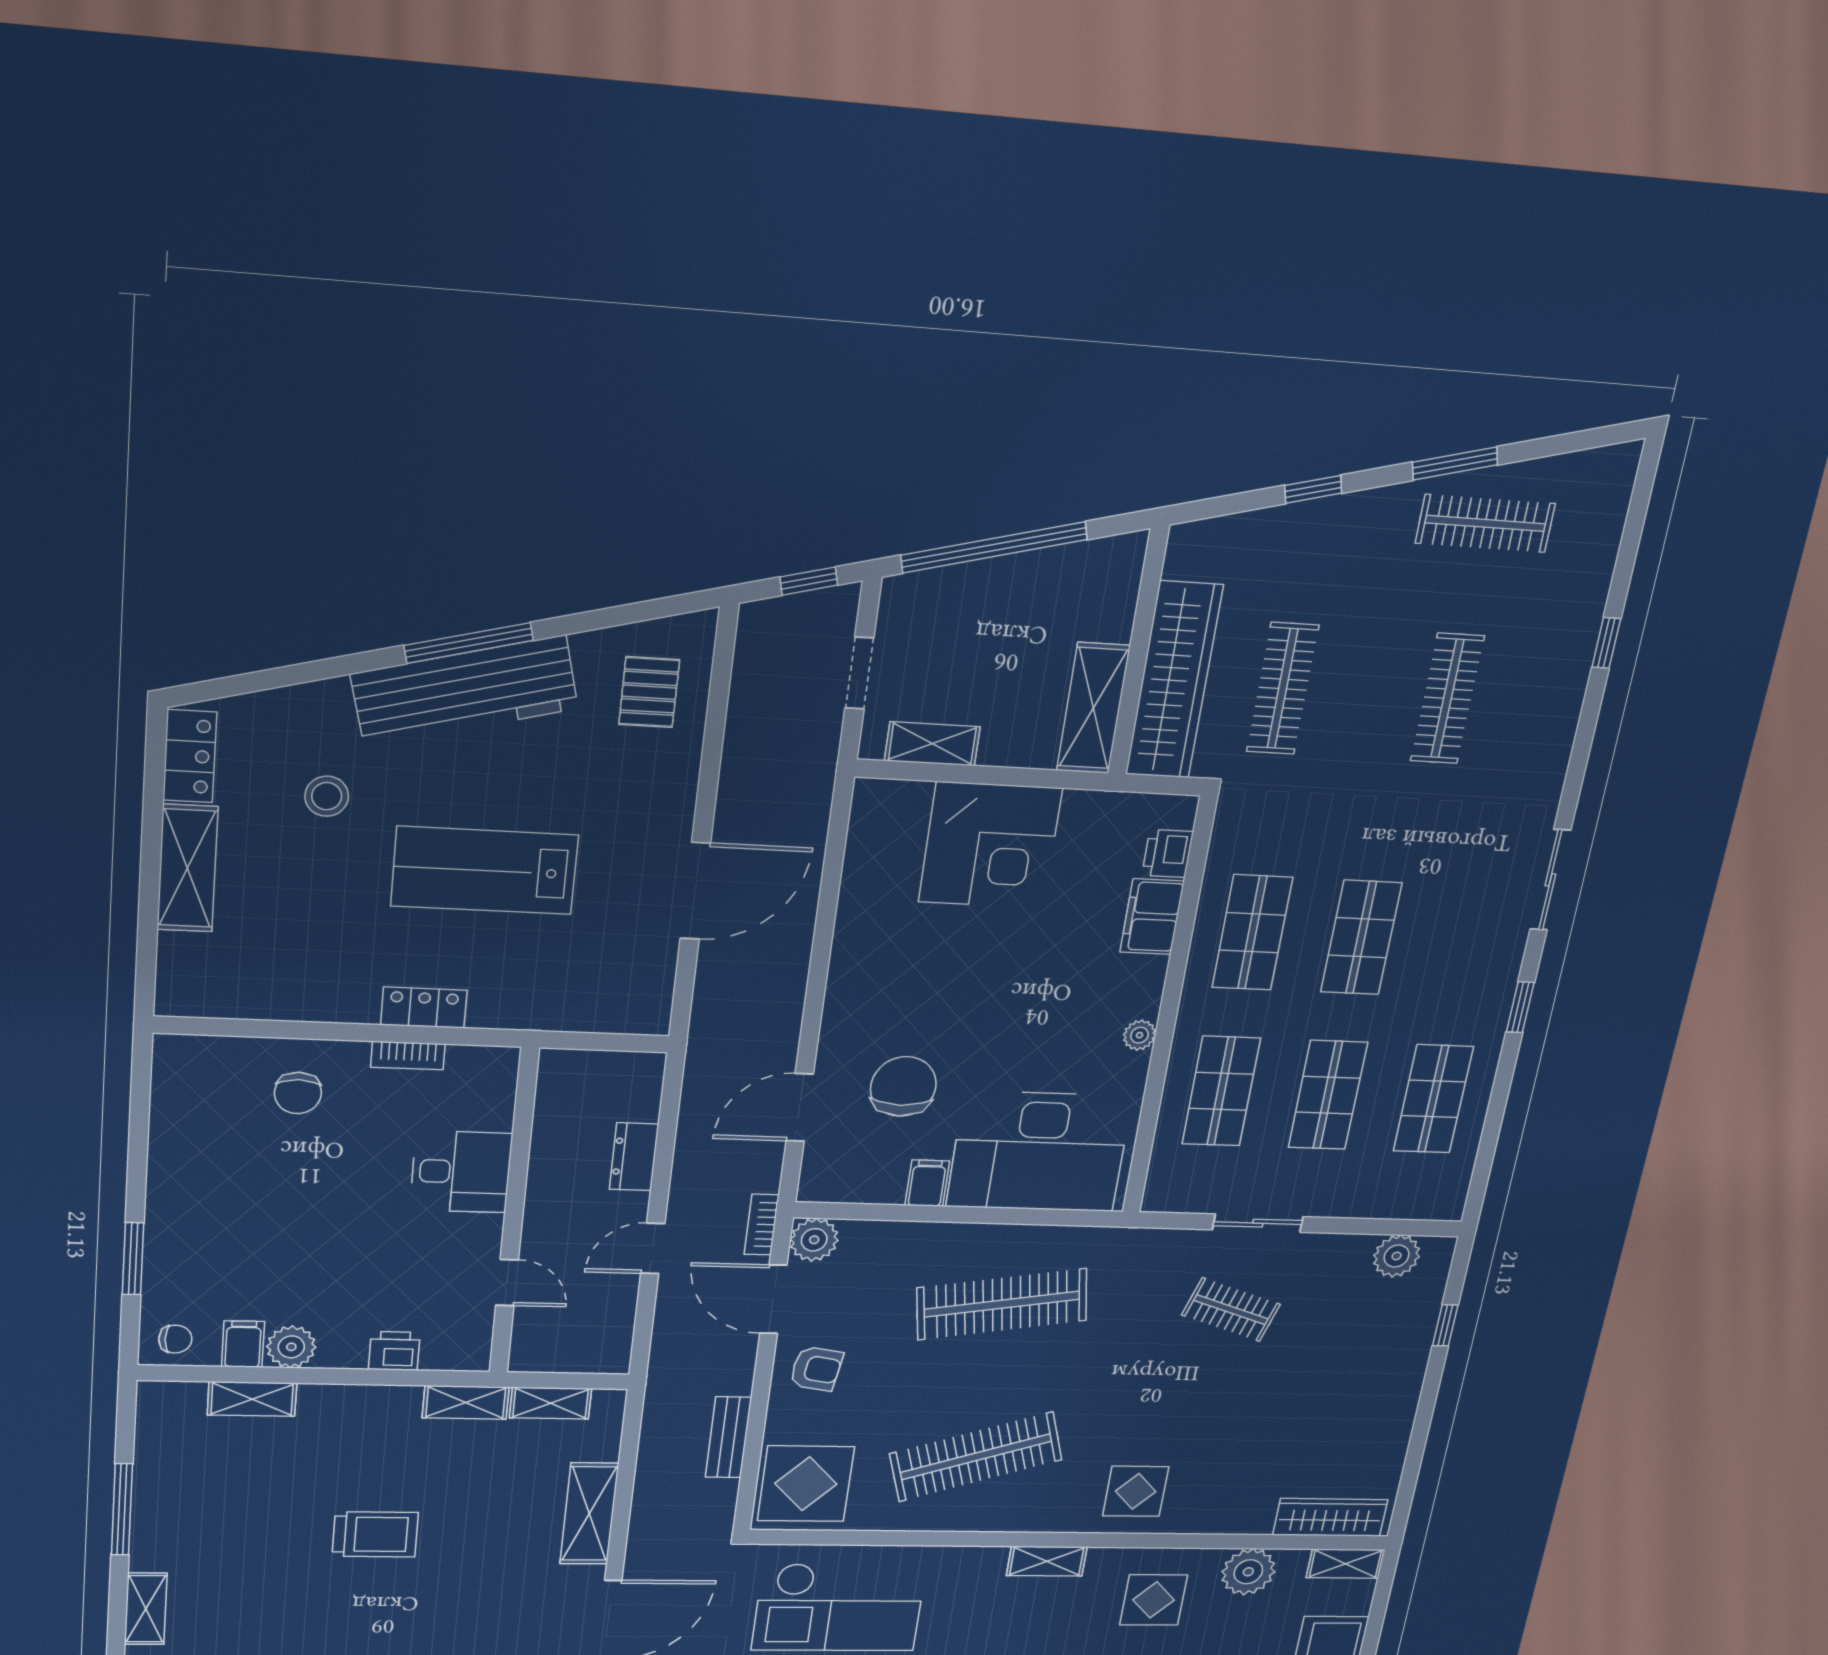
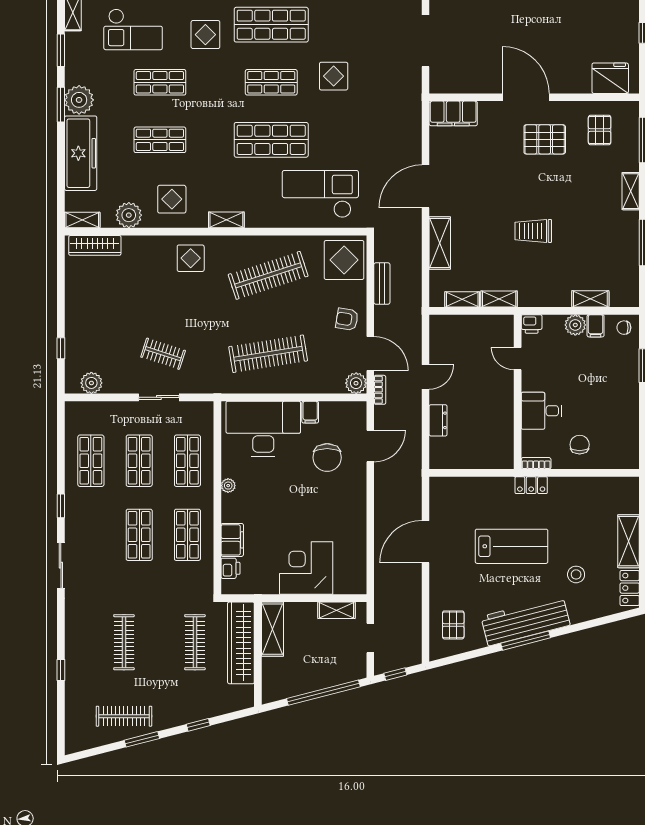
desk: (461, 1172) -> (541, 411), moved
wall: (514, 1213) -> (518, 392), moved
door: (507, 1283) -> (518, 359), moved

